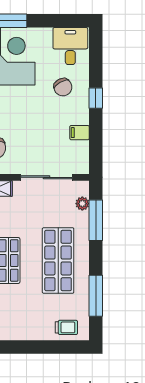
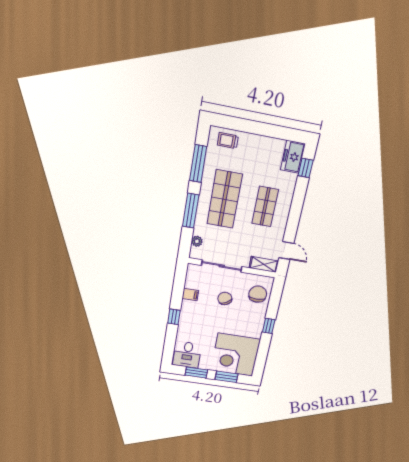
window: (54, 21) -> (196, 373), added
chair: (63, 87) -> (225, 299), moved
window: (96, 220) -> (191, 211), moved

